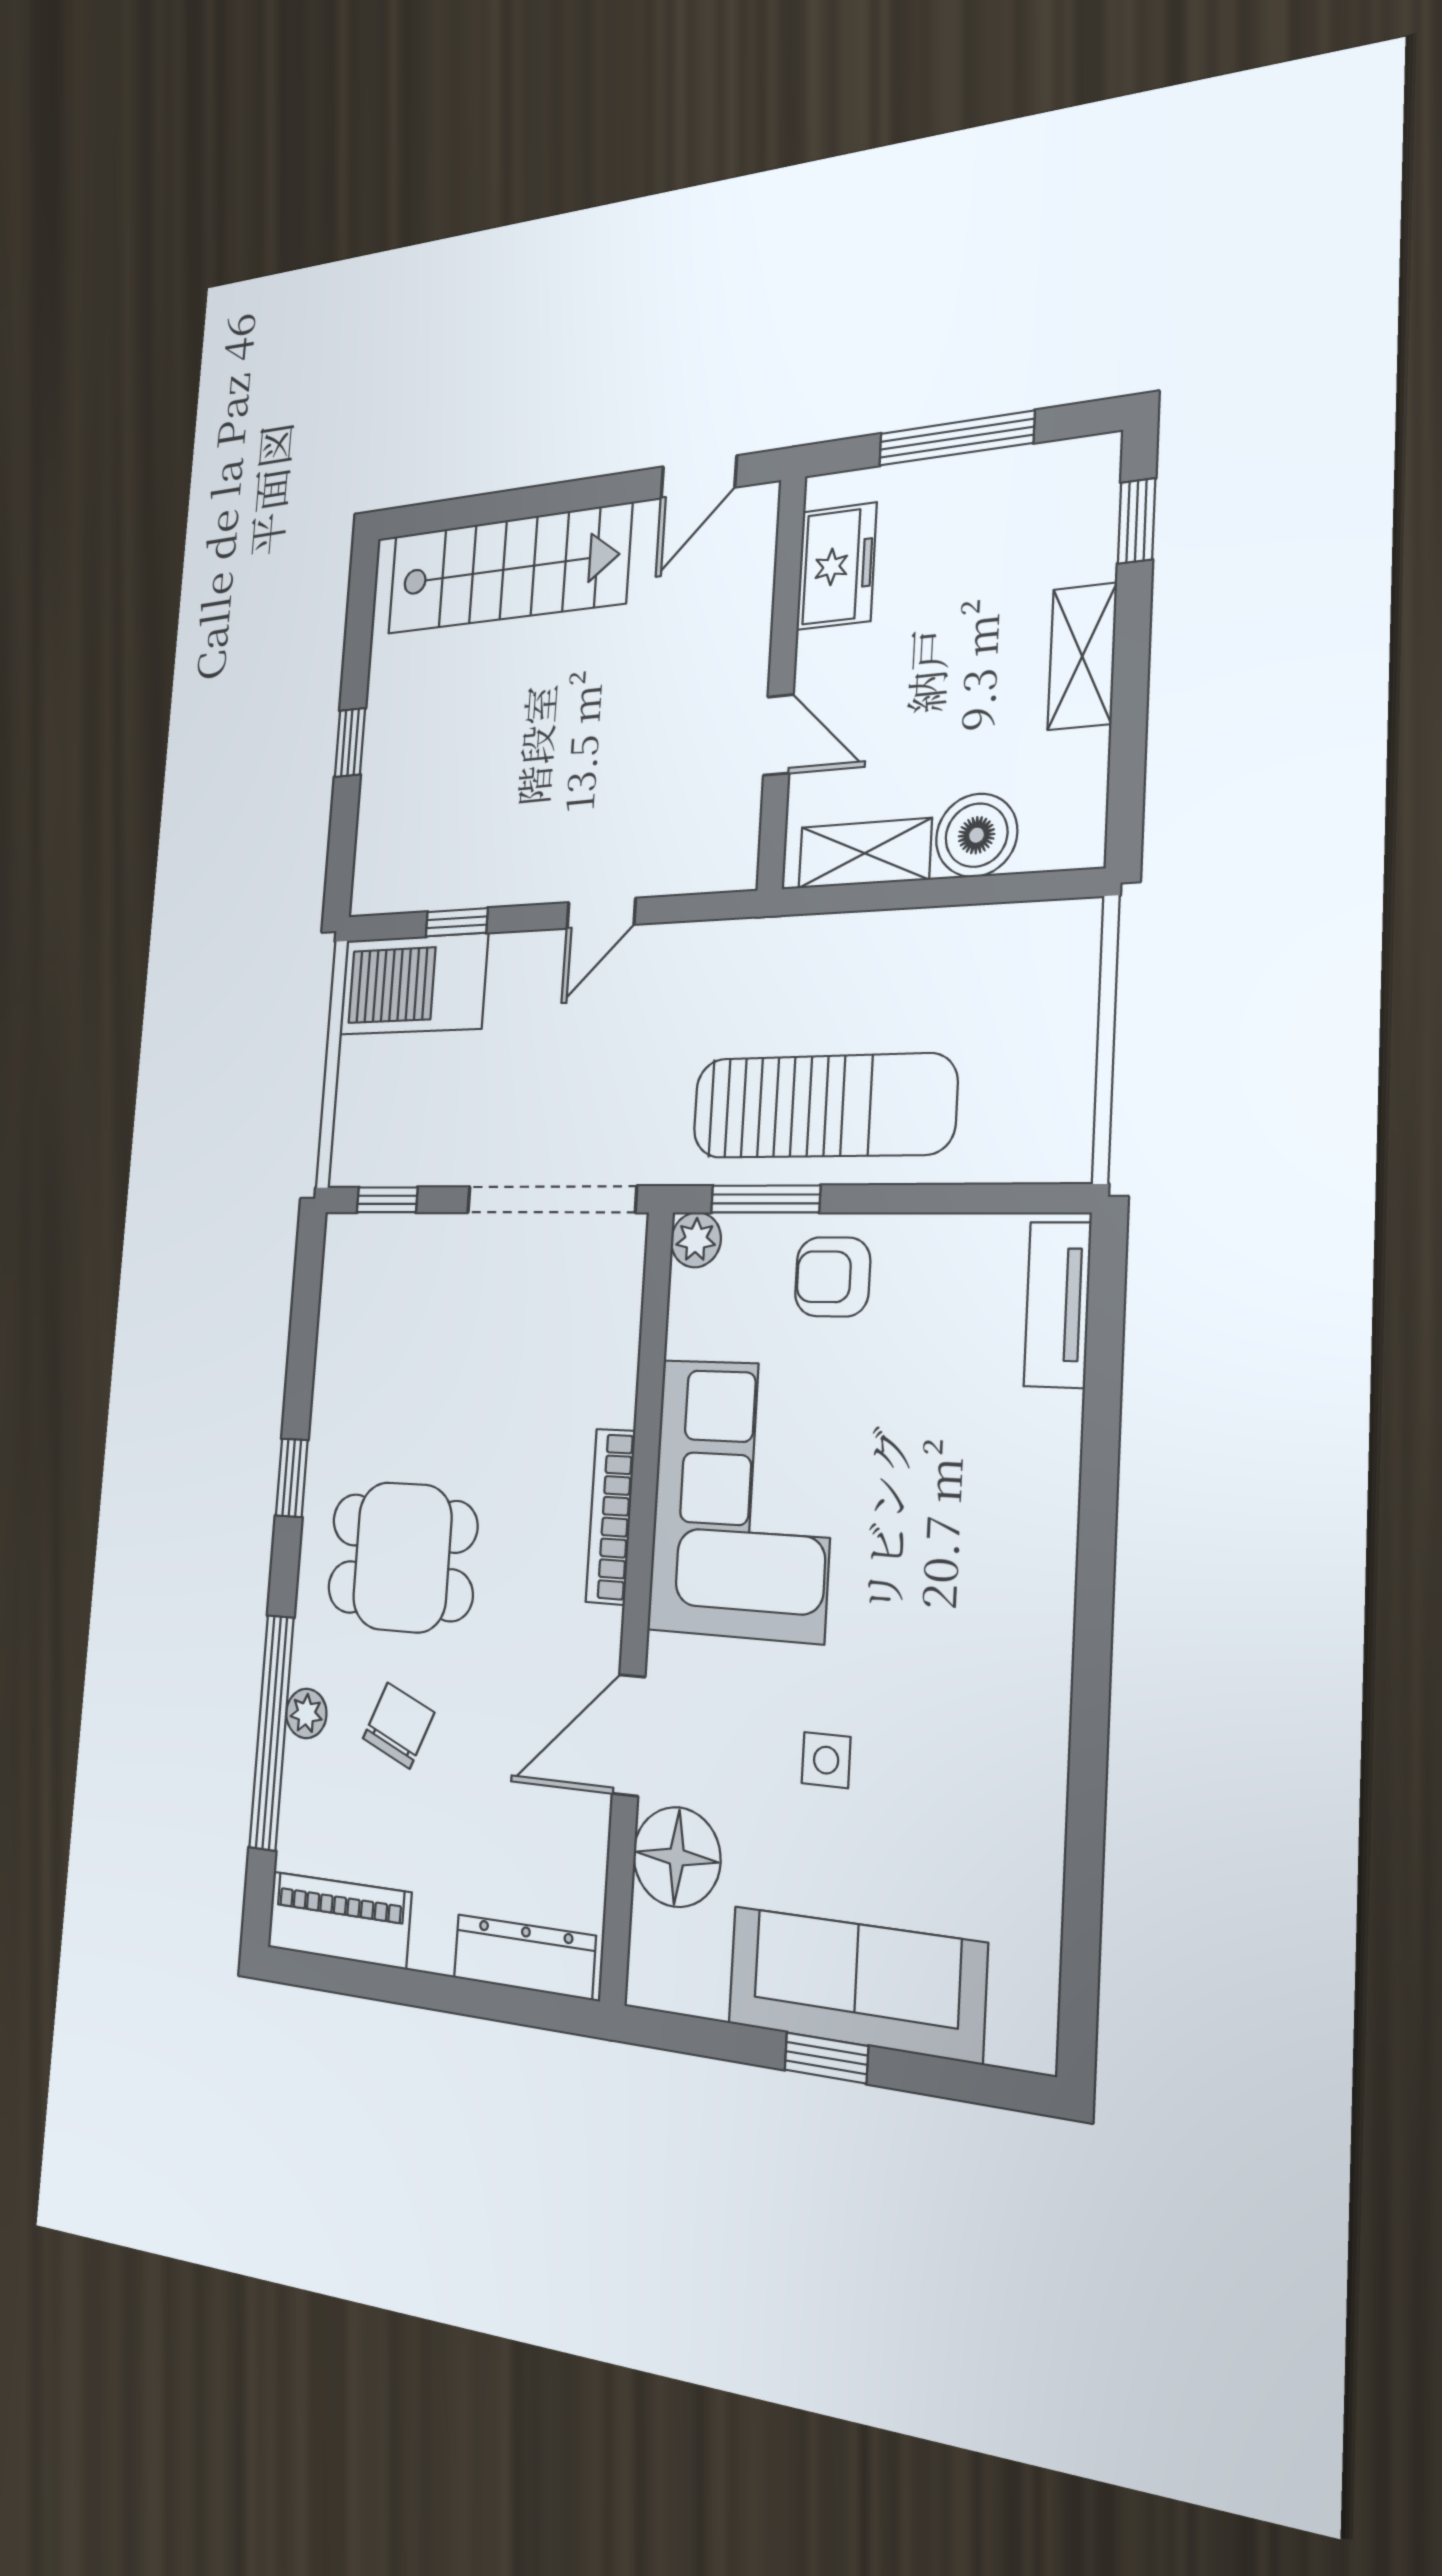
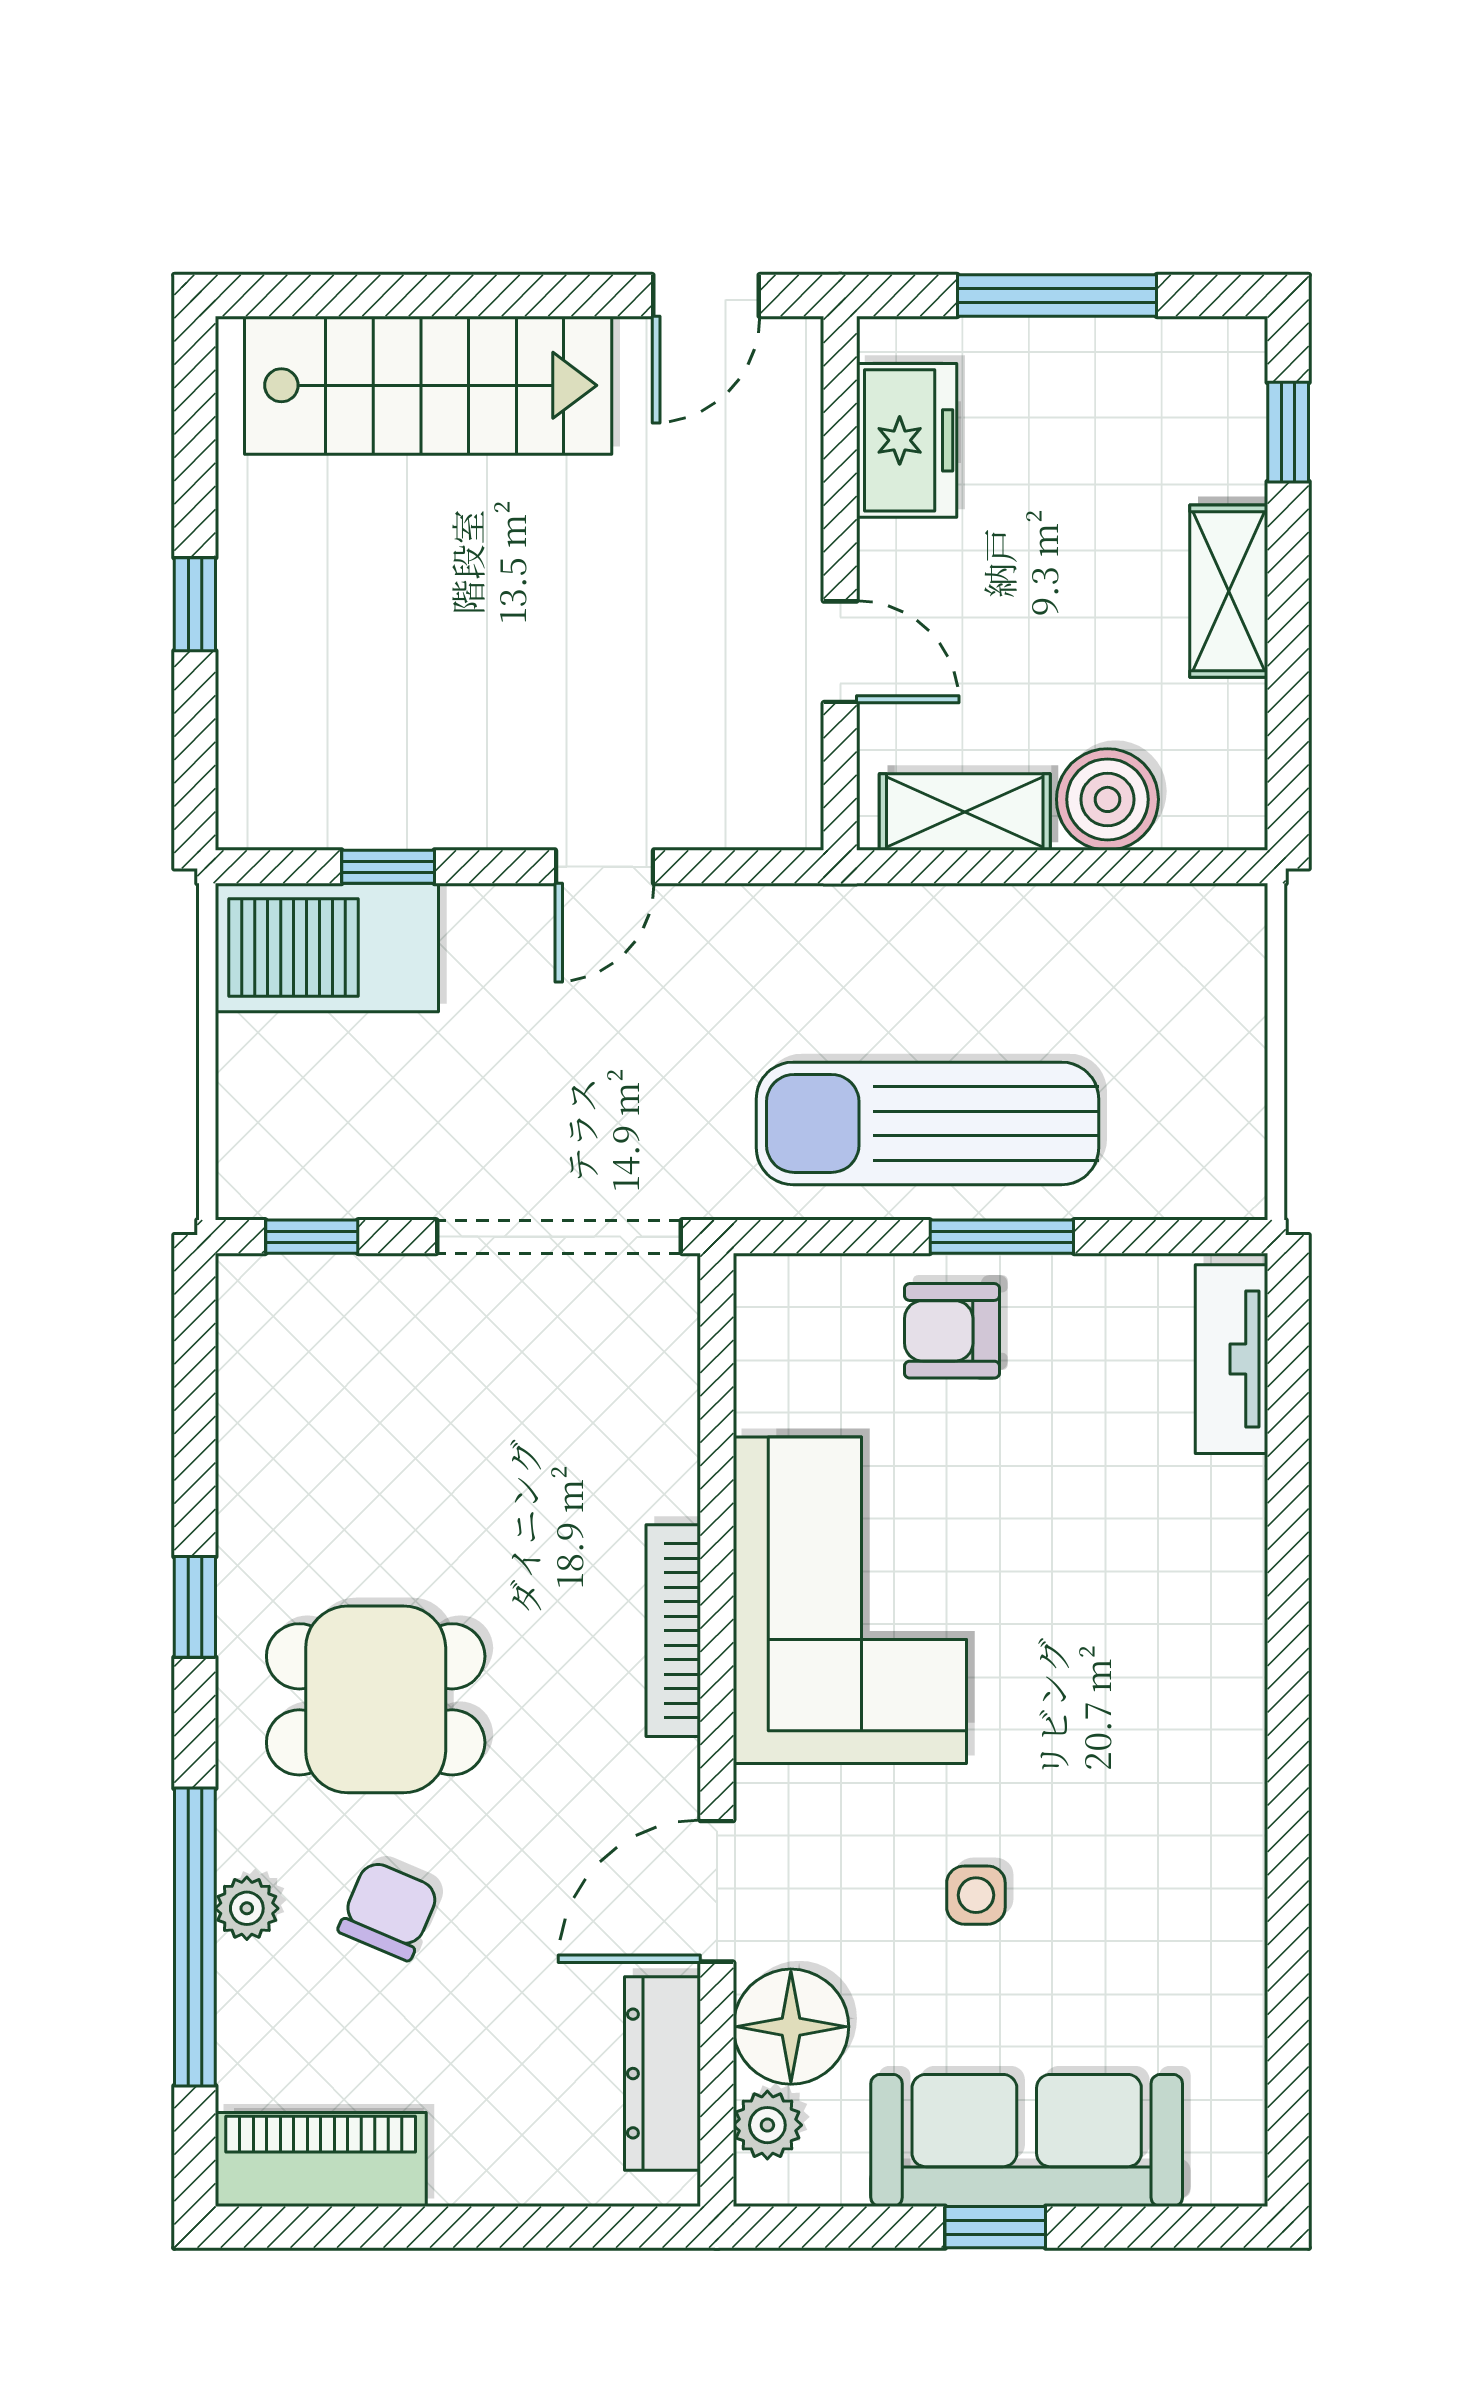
sun lounger: (823, 1106) -> (927, 1123), turned 180
window: (765, 1199) -> (1002, 1237), moved
plant: (696, 1240) -> (767, 2125), moved
dresser: (524, 1957) -> (663, 2074), moved, turned -90

